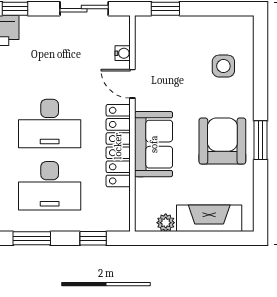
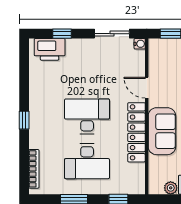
water cooler: (123, 53) -> (140, 44), moved
desk: (50, 124) -> (87, 116), turned 180

